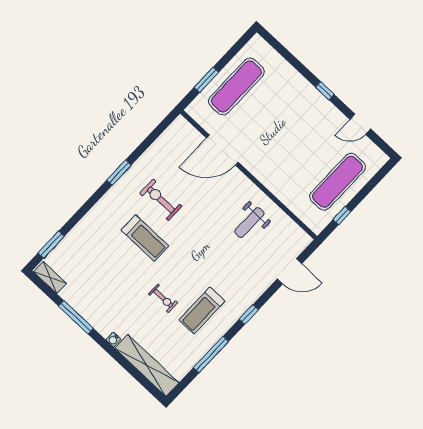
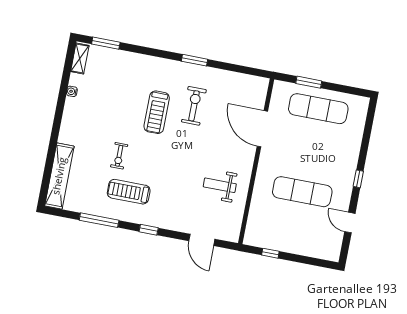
exercise mat: (338, 182) -> (302, 192), moved
window: (76, 317) -> (62, 98), removed
water cooler: (113, 340) -> (72, 91), moved

